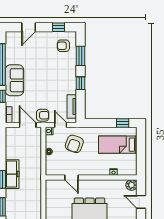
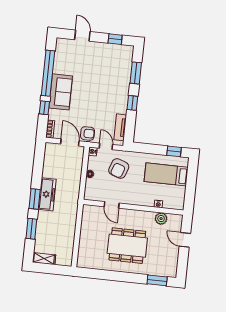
door: (29, 27) -> (82, 36), swing flipped
armchair: (63, 46) -> (118, 60), removed
plant: (131, 185) -> (161, 219), moved

